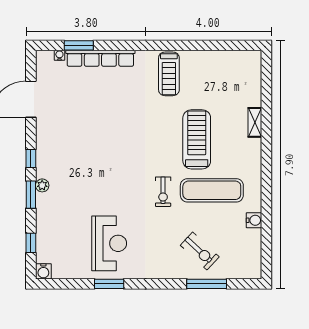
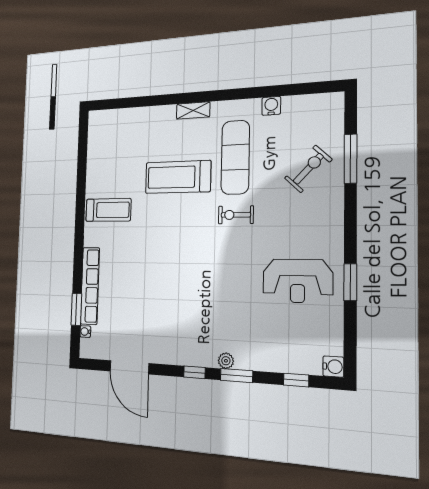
shelving: (255, 122) -> (193, 110), moved
exercise bike: (163, 192) -> (236, 215), turned 180
reception desk: (109, 243) -> (298, 281), turned 180

